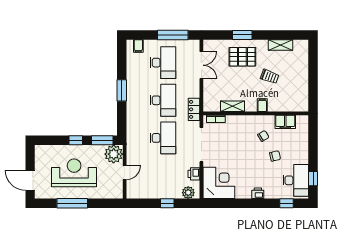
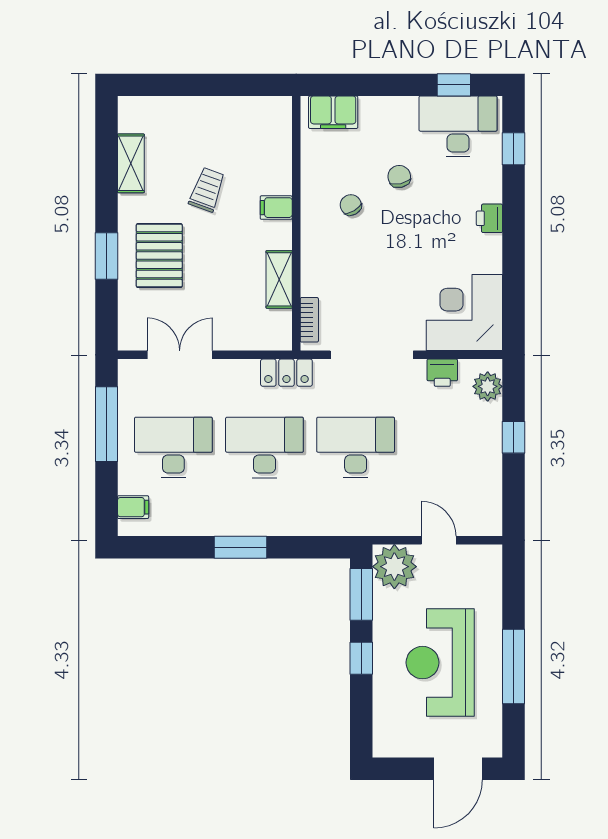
filing cabinet: (285, 122) -> (333, 112), moved, turned 90

